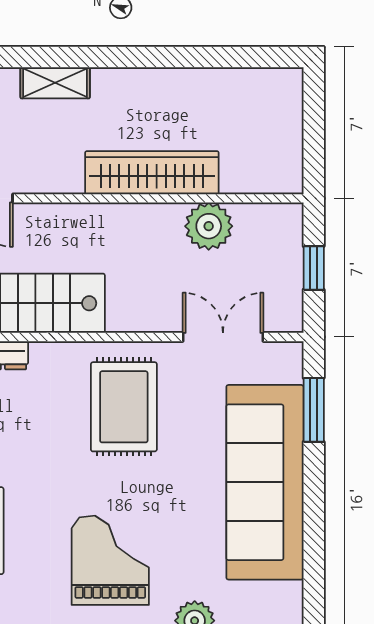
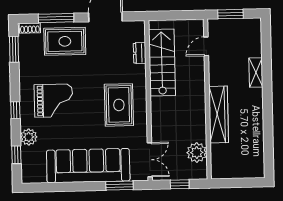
plant: (209, 226) -> (197, 153), moved
double door: (223, 337) -> (150, 160), moved
rug: (124, 407) -> (119, 105), turned 90

